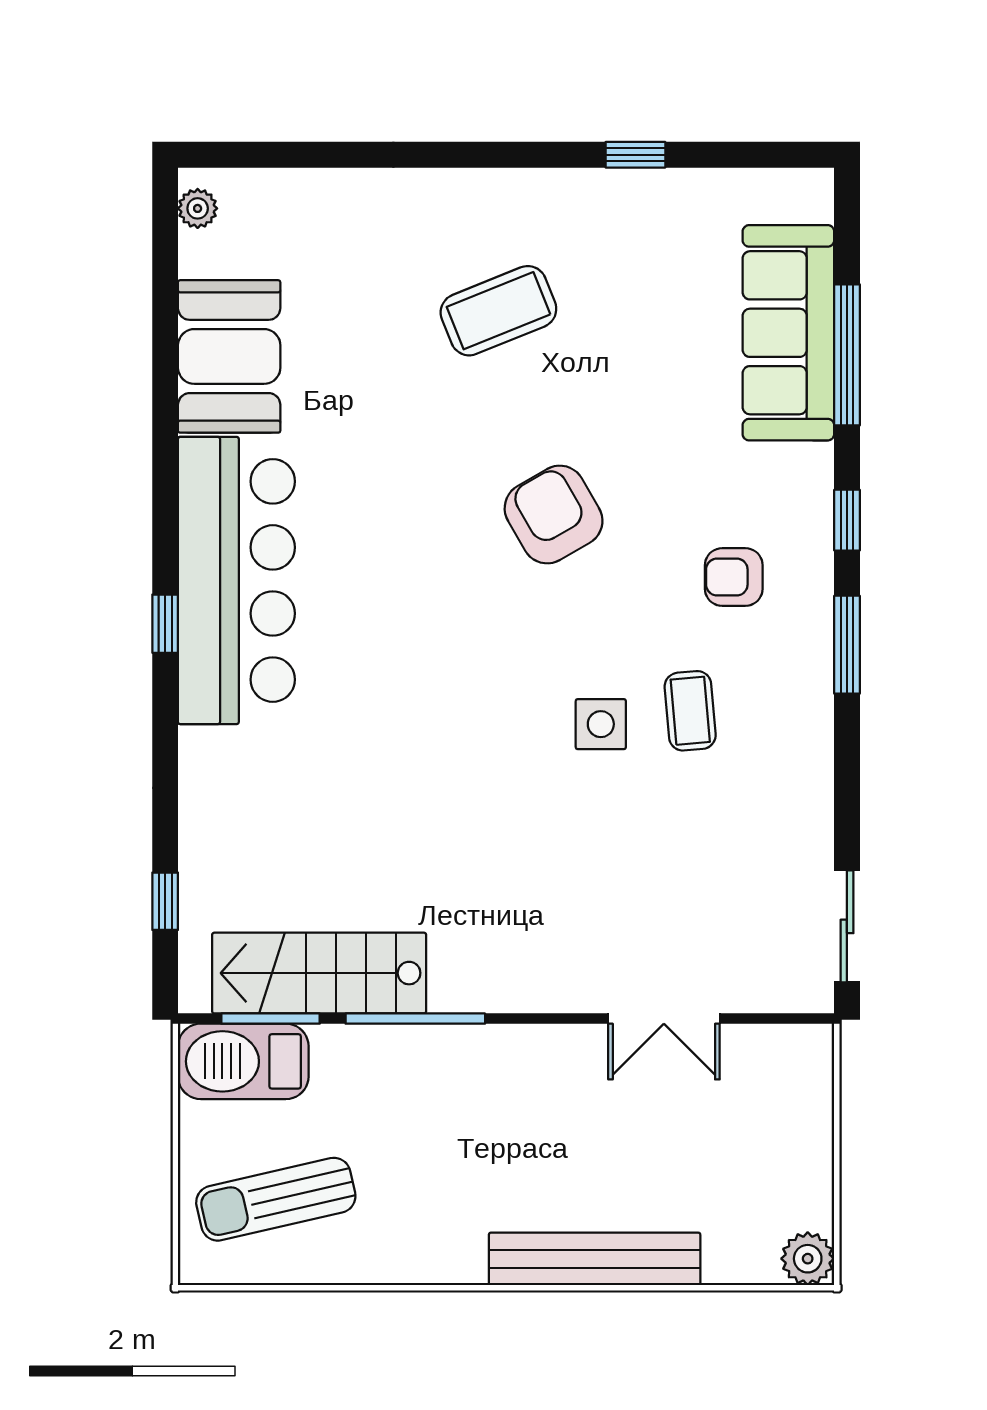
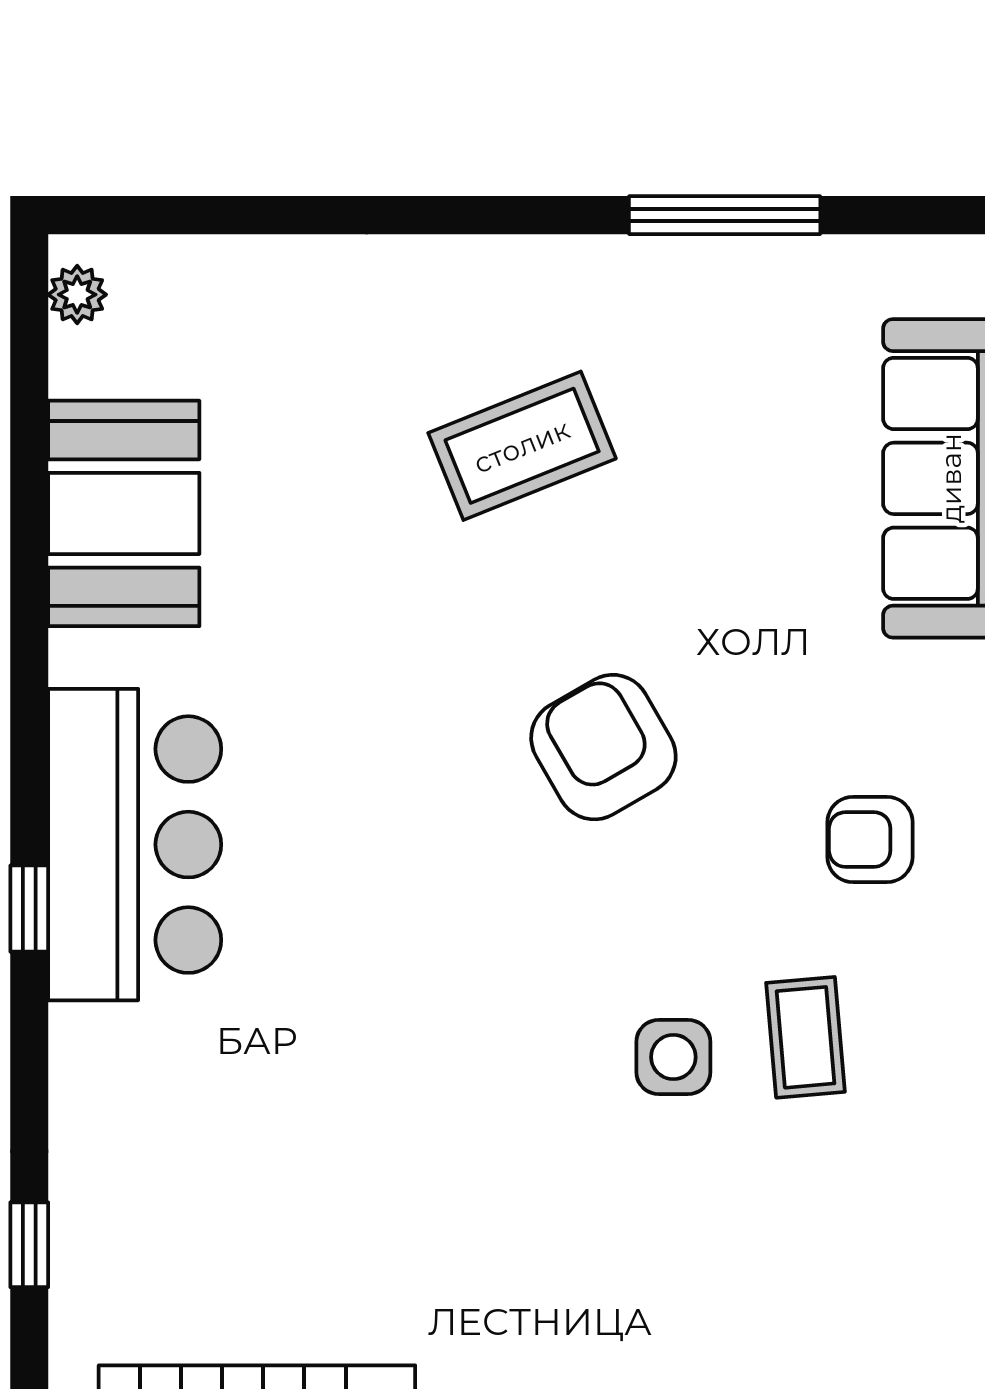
window: (635, 155) -> (725, 215), width x2.17
bar counter: (236, 580) -> (135, 845), width x0.73
window: (165, 901) -> (29, 1245), moved

